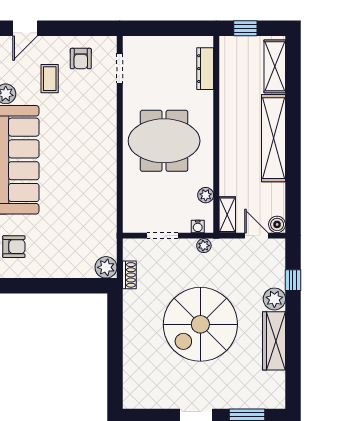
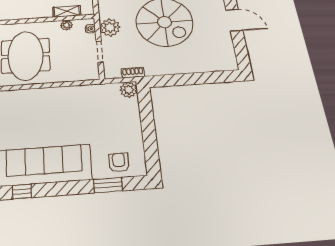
shelving: (227, 215) -> (67, 11), moved
plant: (204, 246) -> (110, 27), width x1.88, depth x1.88

